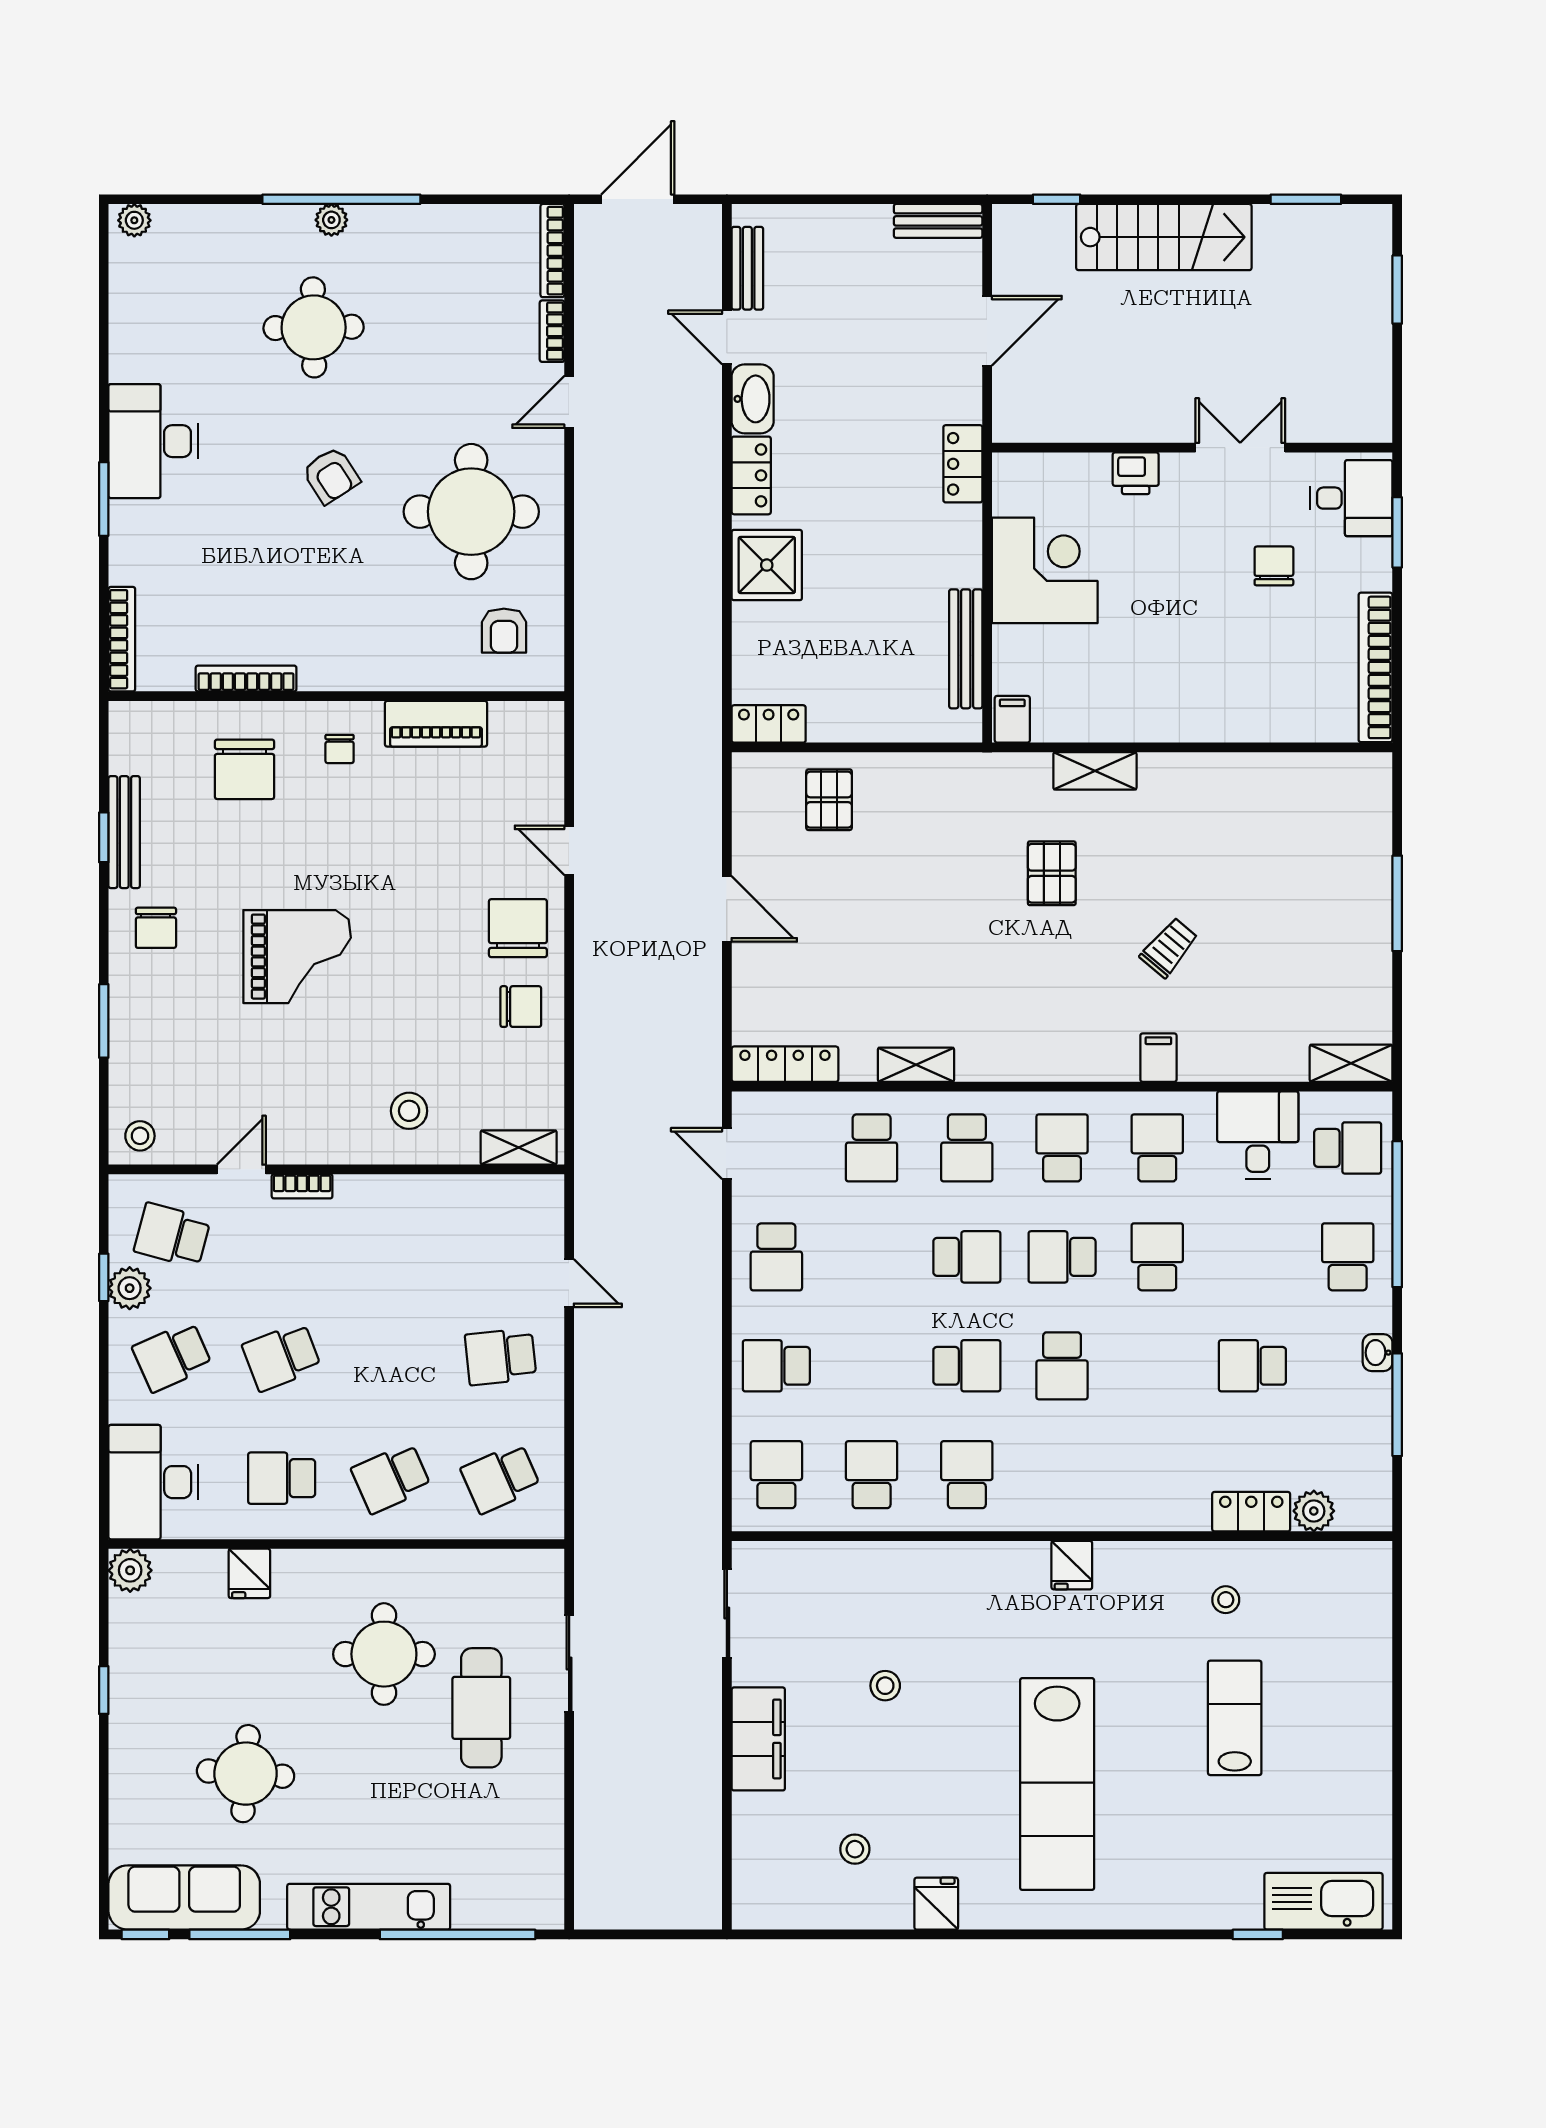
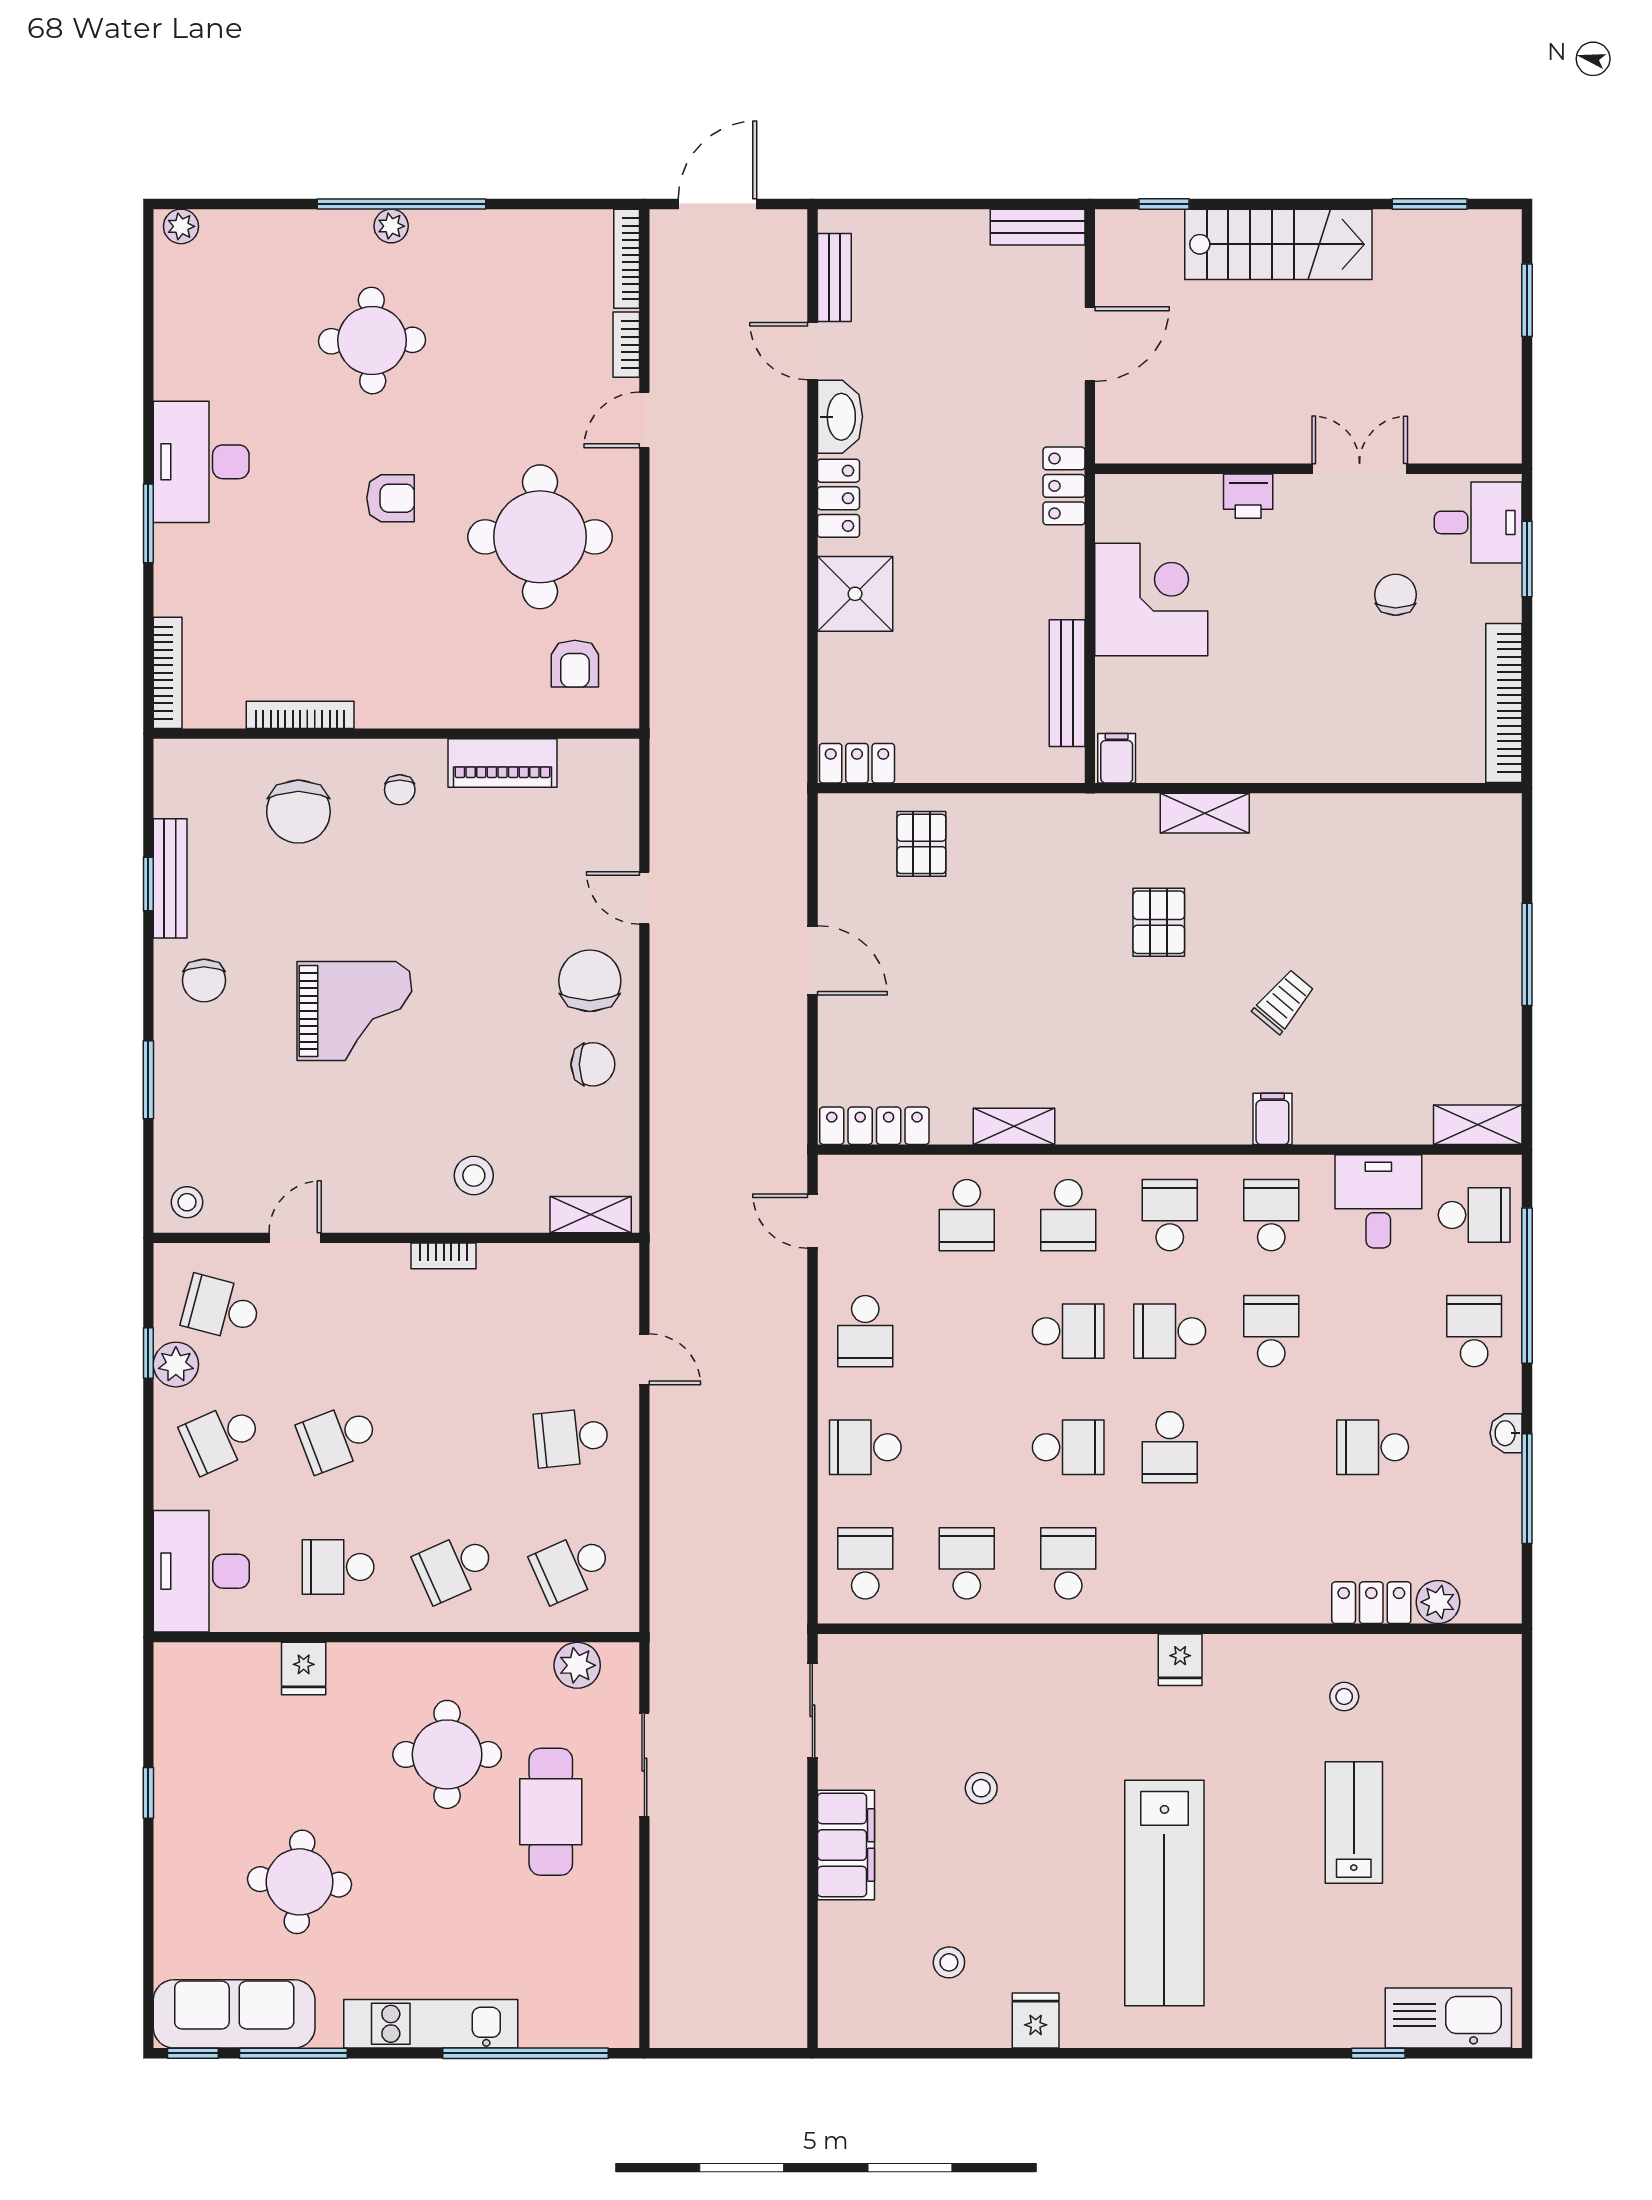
armchair: (331, 475) -> (391, 498), turned -57
bookcase: (302, 1186) -> (444, 1256), moved
plant: (130, 1570) -> (577, 1665), moved

